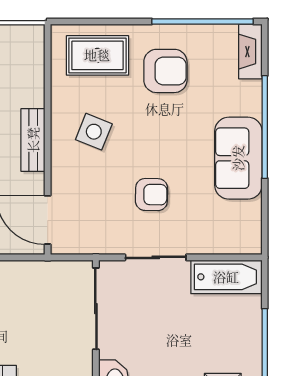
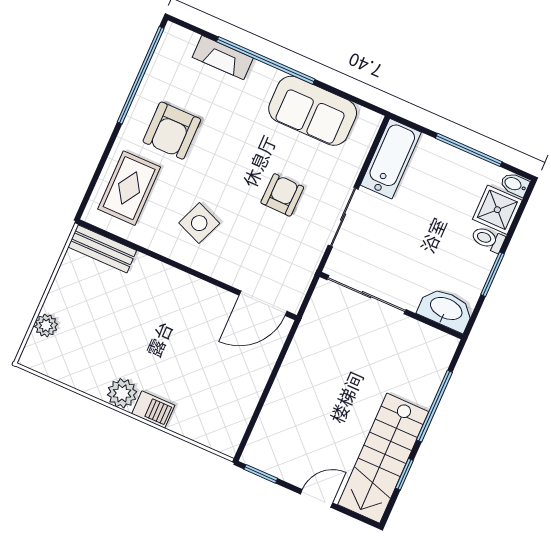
fireplace: (250, 52) -> (223, 58), moved
armchair: (165, 71) -> (172, 131), turned 180
bench: (33, 140) -> (102, 249), moved
sofa: (238, 158) -> (313, 111), moved

